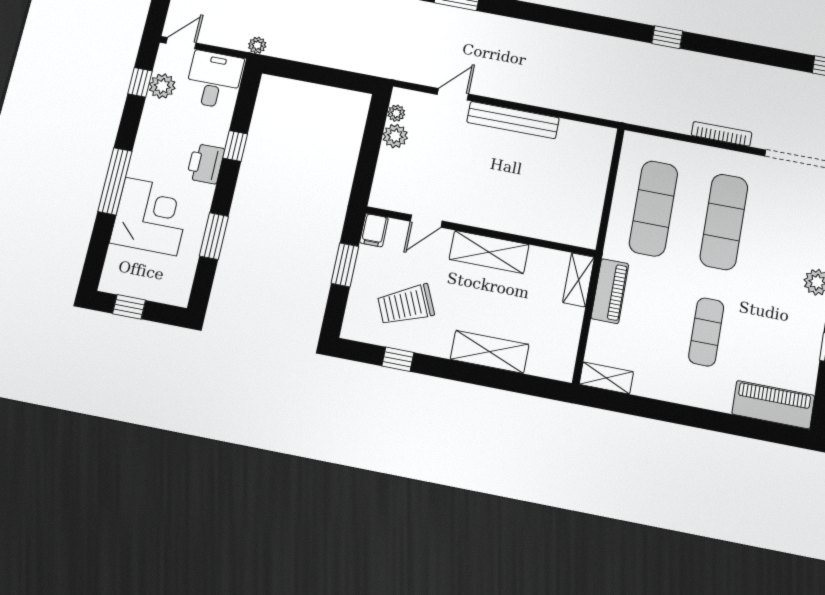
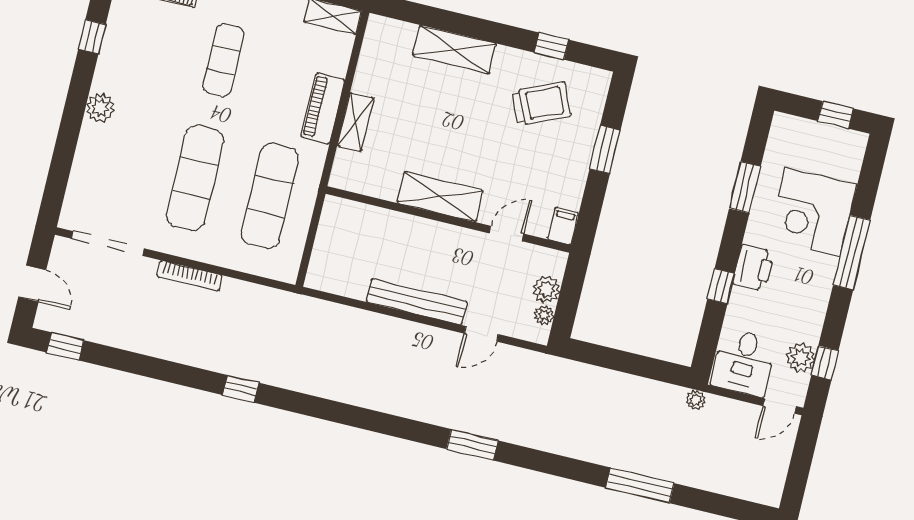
door: (426, 221) -> (506, 234), moved
filing cabinet: (374, 230) -> (563, 226), moved
wall: (480, 232) -> (448, 219), moved
shelving: (489, 252) -> (440, 197), moved

